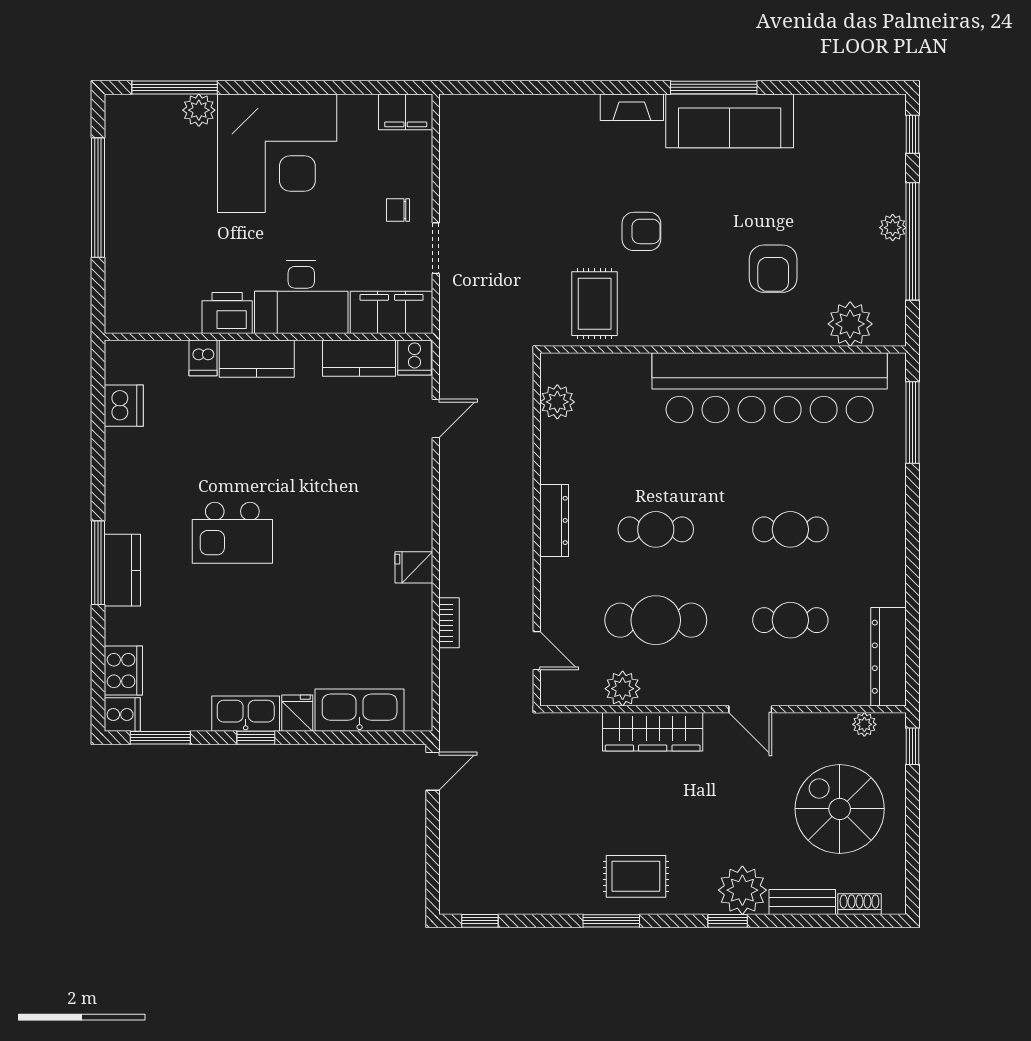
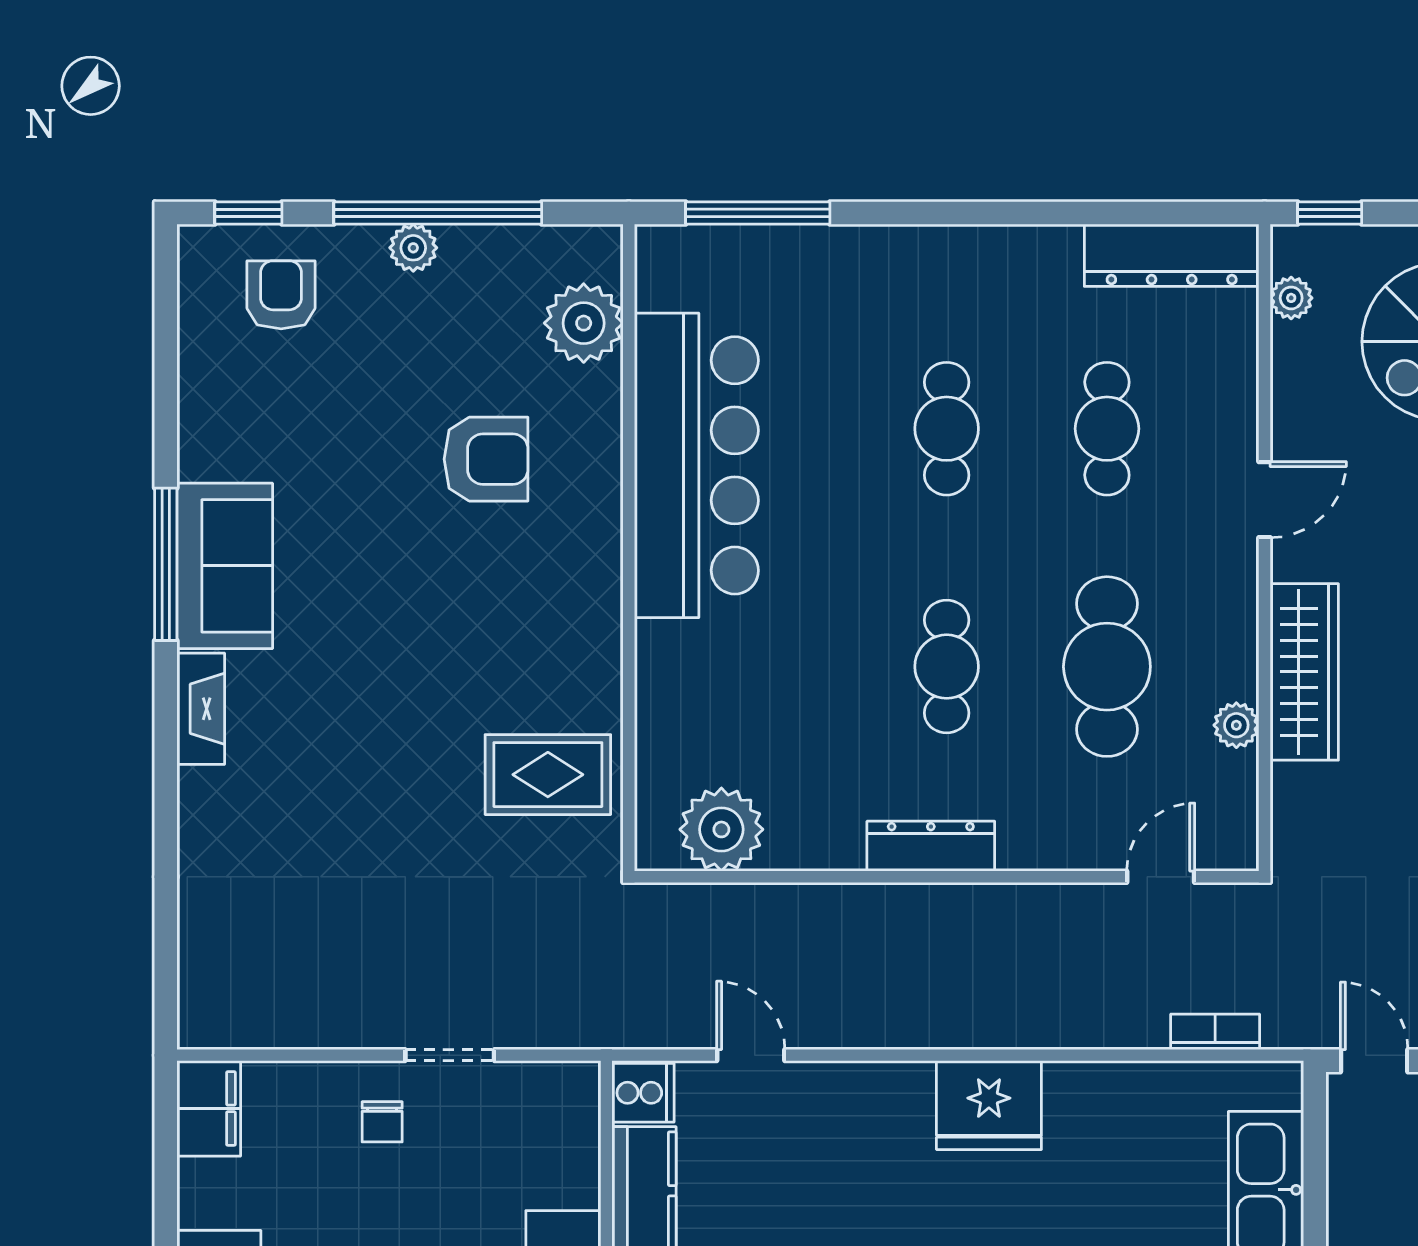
sofa: (730, 121) -> (225, 566), width x0.73
armchair: (641, 231) -> (281, 295), moved
filing cabinet: (392, 312) -> (563, 1133), removed
bar counter: (770, 388) -> (696, 465), width x0.73
plant: (557, 402) -> (721, 829), width x1.36, depth x1.36
fridge: (414, 567) -> (989, 1105), width x1.88, depth x1.34
bookcase: (449, 623) -> (1215, 1032), moved
plant: (623, 689) -> (1236, 725), width x0.73, depth x0.73

